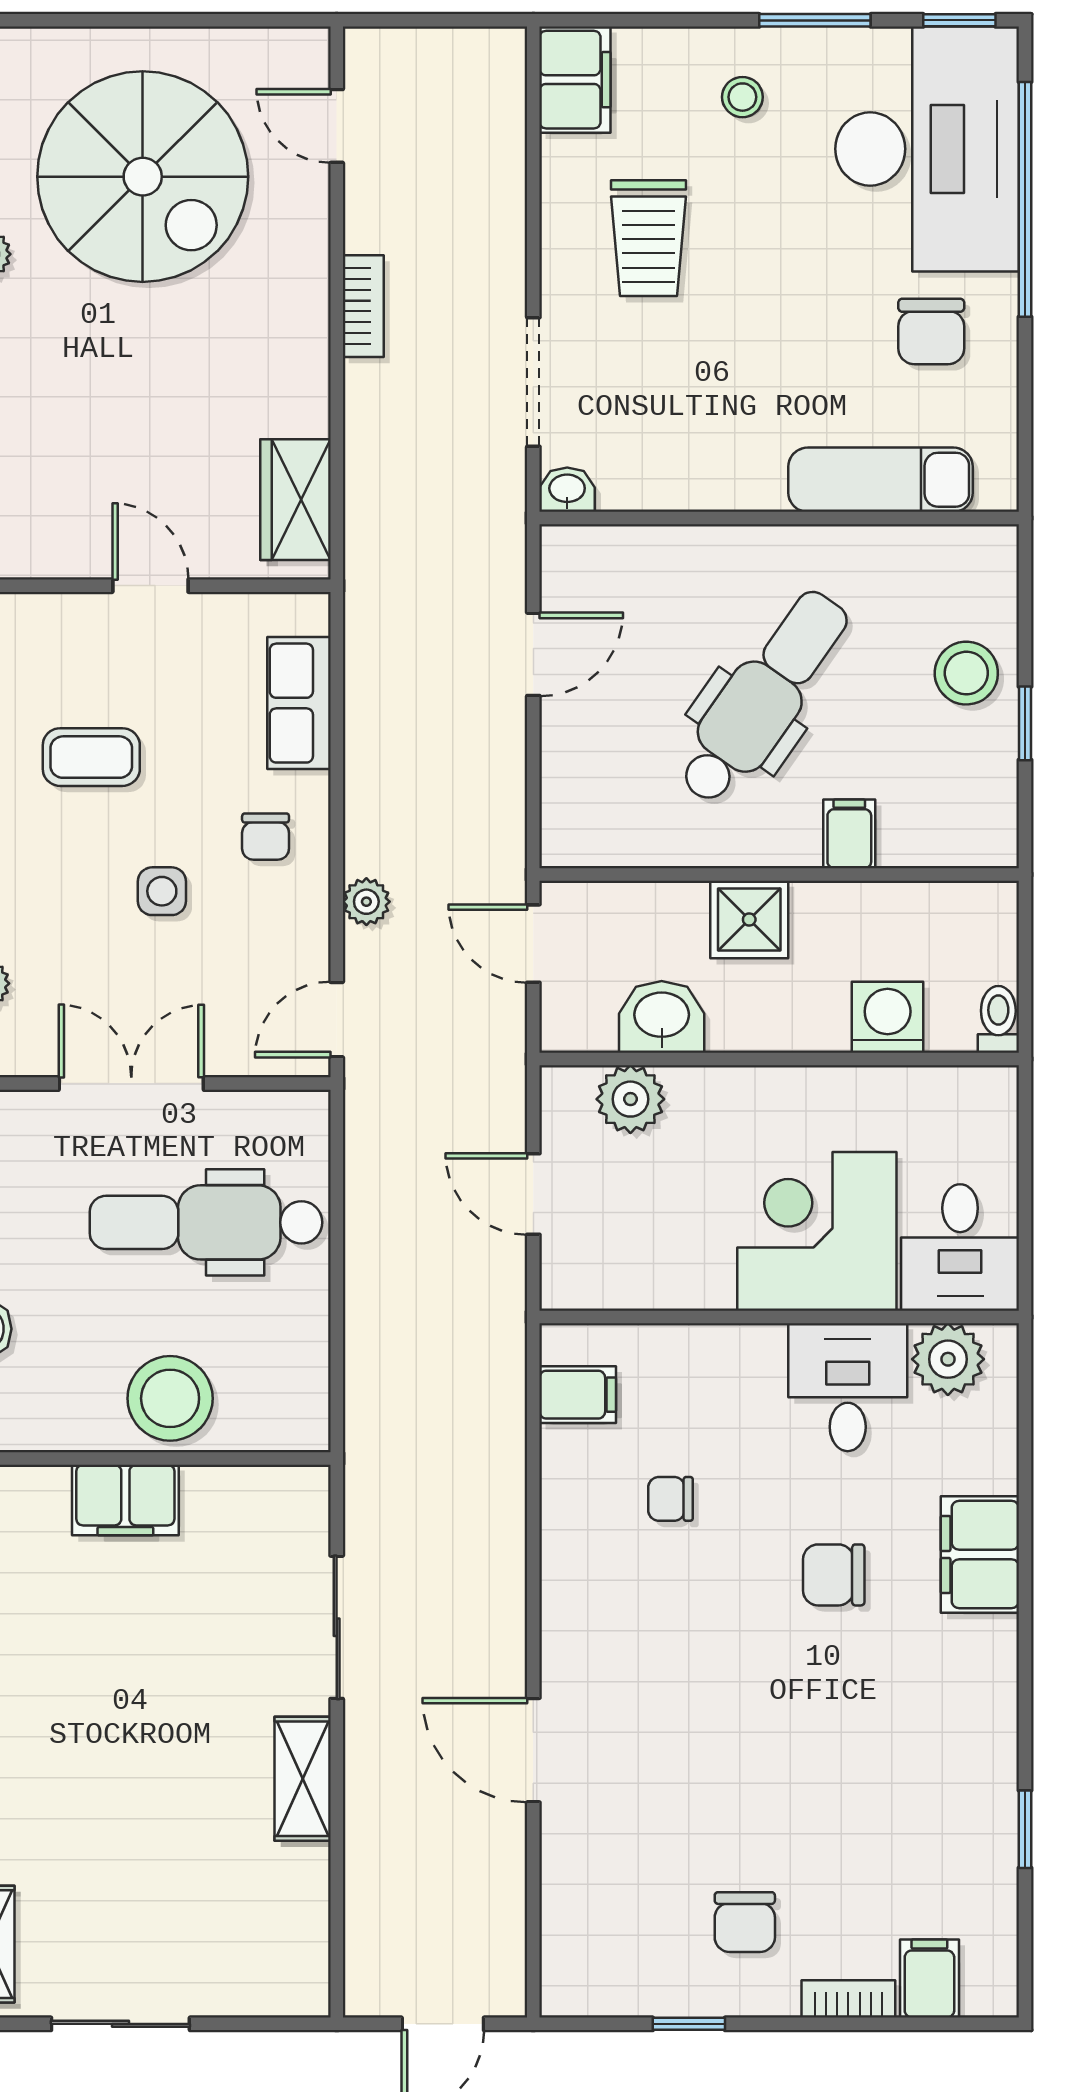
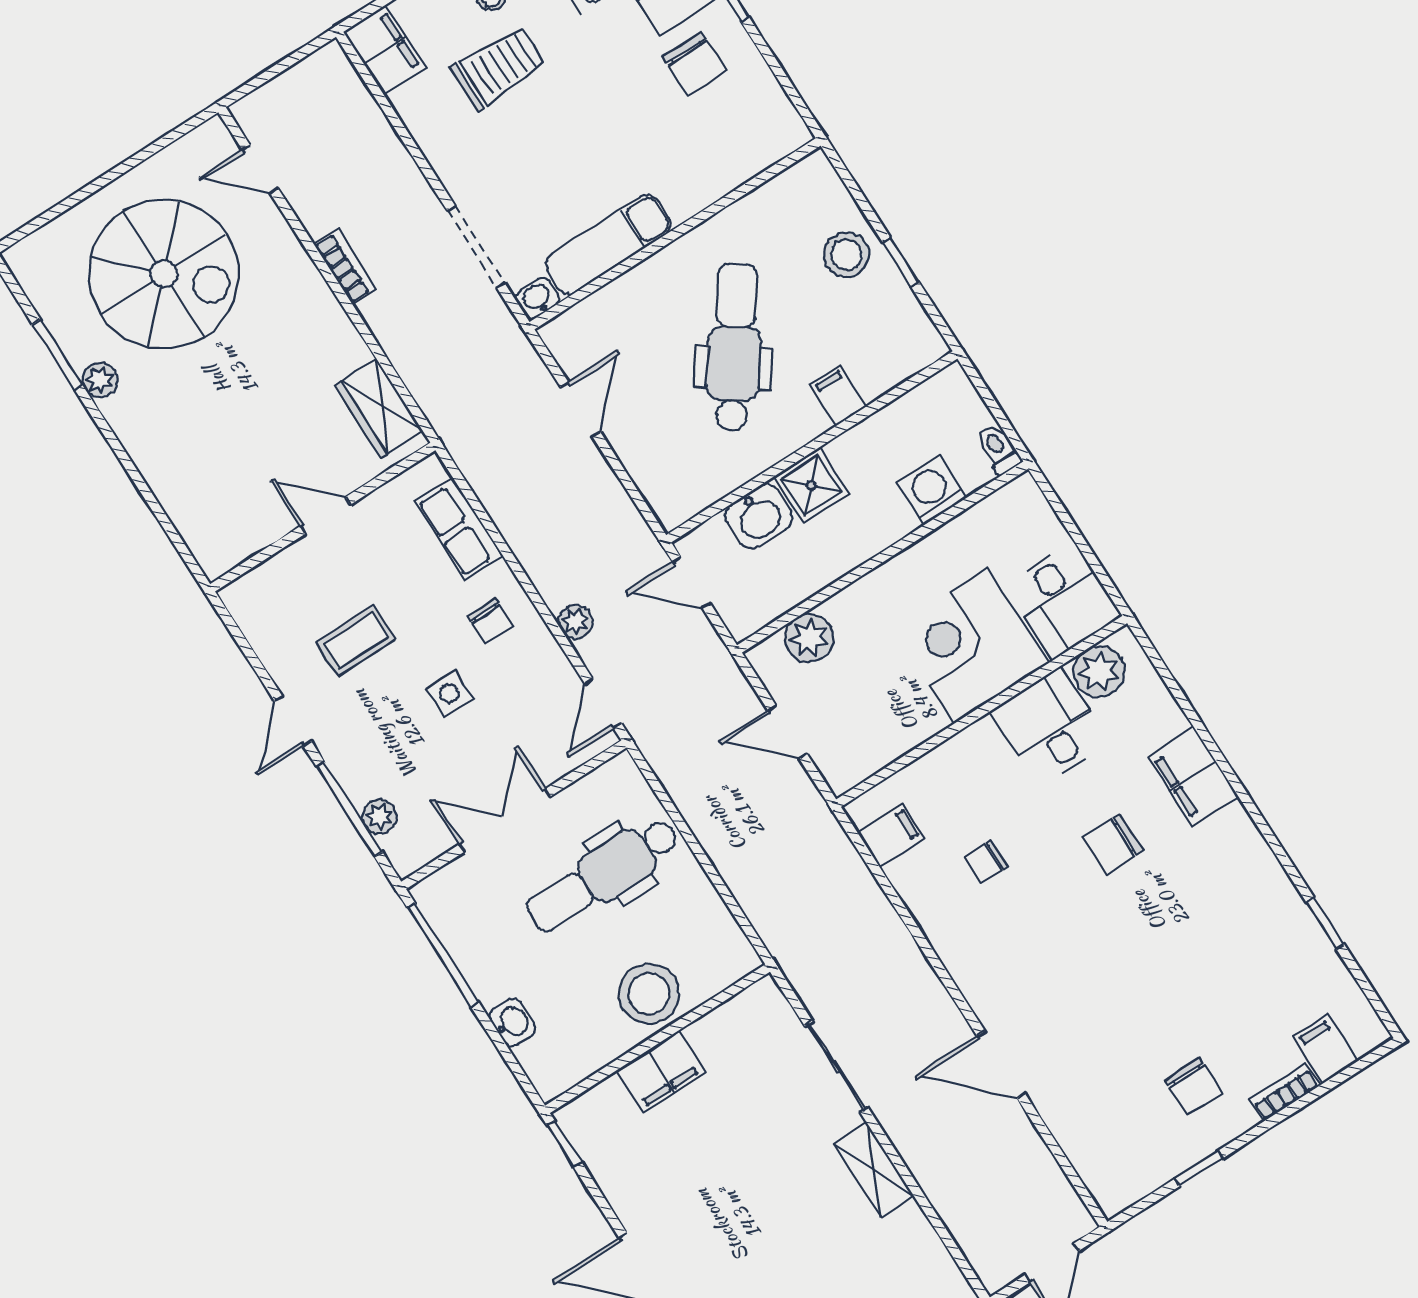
trolley: (649, 238) -> (498, 67), moved, turned -90
exam couch: (881, 480) -> (608, 244), moved
washbasin: (662, 1017) -> (759, 517), moved, turned 180

